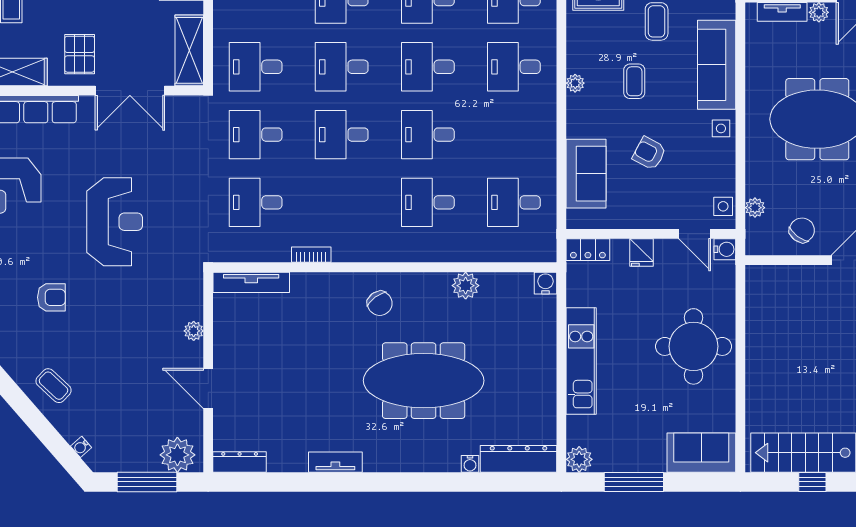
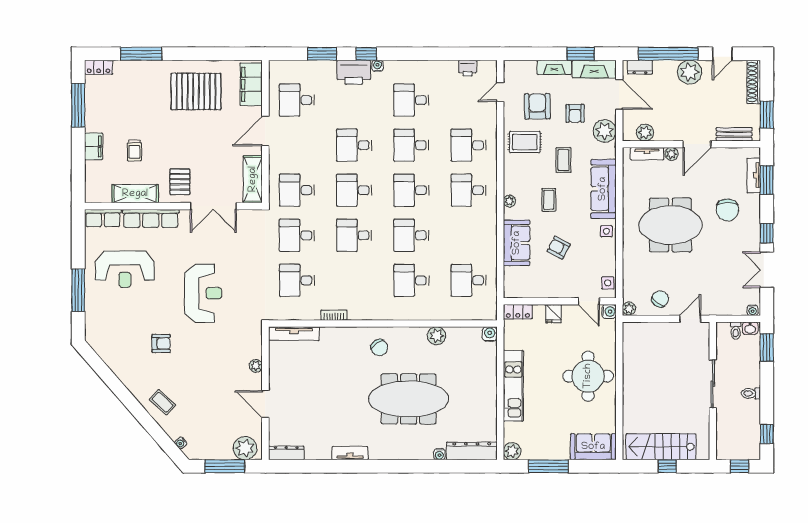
sofa: (586, 174) -> (517, 243), moved
plant: (755, 208) -> (629, 309), moved

